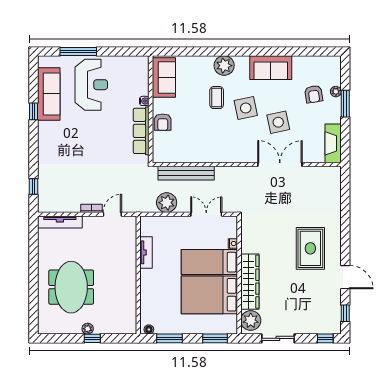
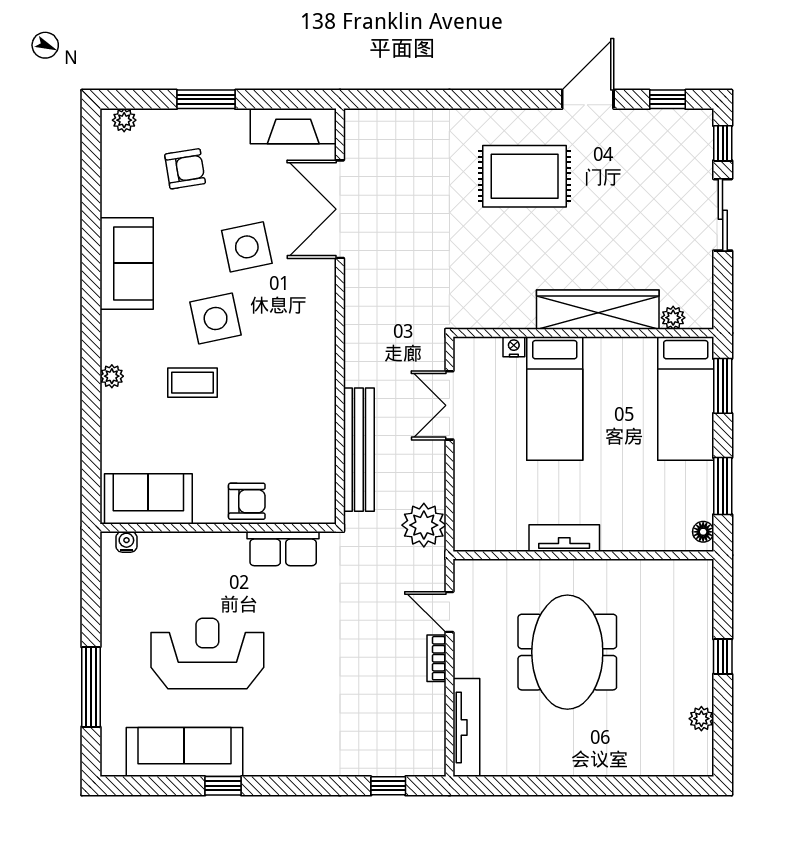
plant: (224, 66) -> (112, 376), width x0.53, depth x0.53
reception desk: (91, 85) -> (207, 654), moved
plant: (336, 92) -> (124, 120), moved
water cooler: (144, 101) -> (126, 542), moved
row of seats: (141, 131) -> (283, 549), width x0.68
double door: (280, 164) -> (340, 209), moved
plant: (167, 203) -> (424, 525), moved
tv unit: (146, 252) -> (564, 538), moved
meeting table: (71, 287) -> (567, 652), moved, turned 90
bed: (209, 295) -> (686, 399), moved, width x0.67
plant: (251, 320) -> (673, 318), width x0.53, depth x0.53
plant: (88, 329) -> (701, 719), moved
sliding door: (278, 338) -> (723, 215), moved

